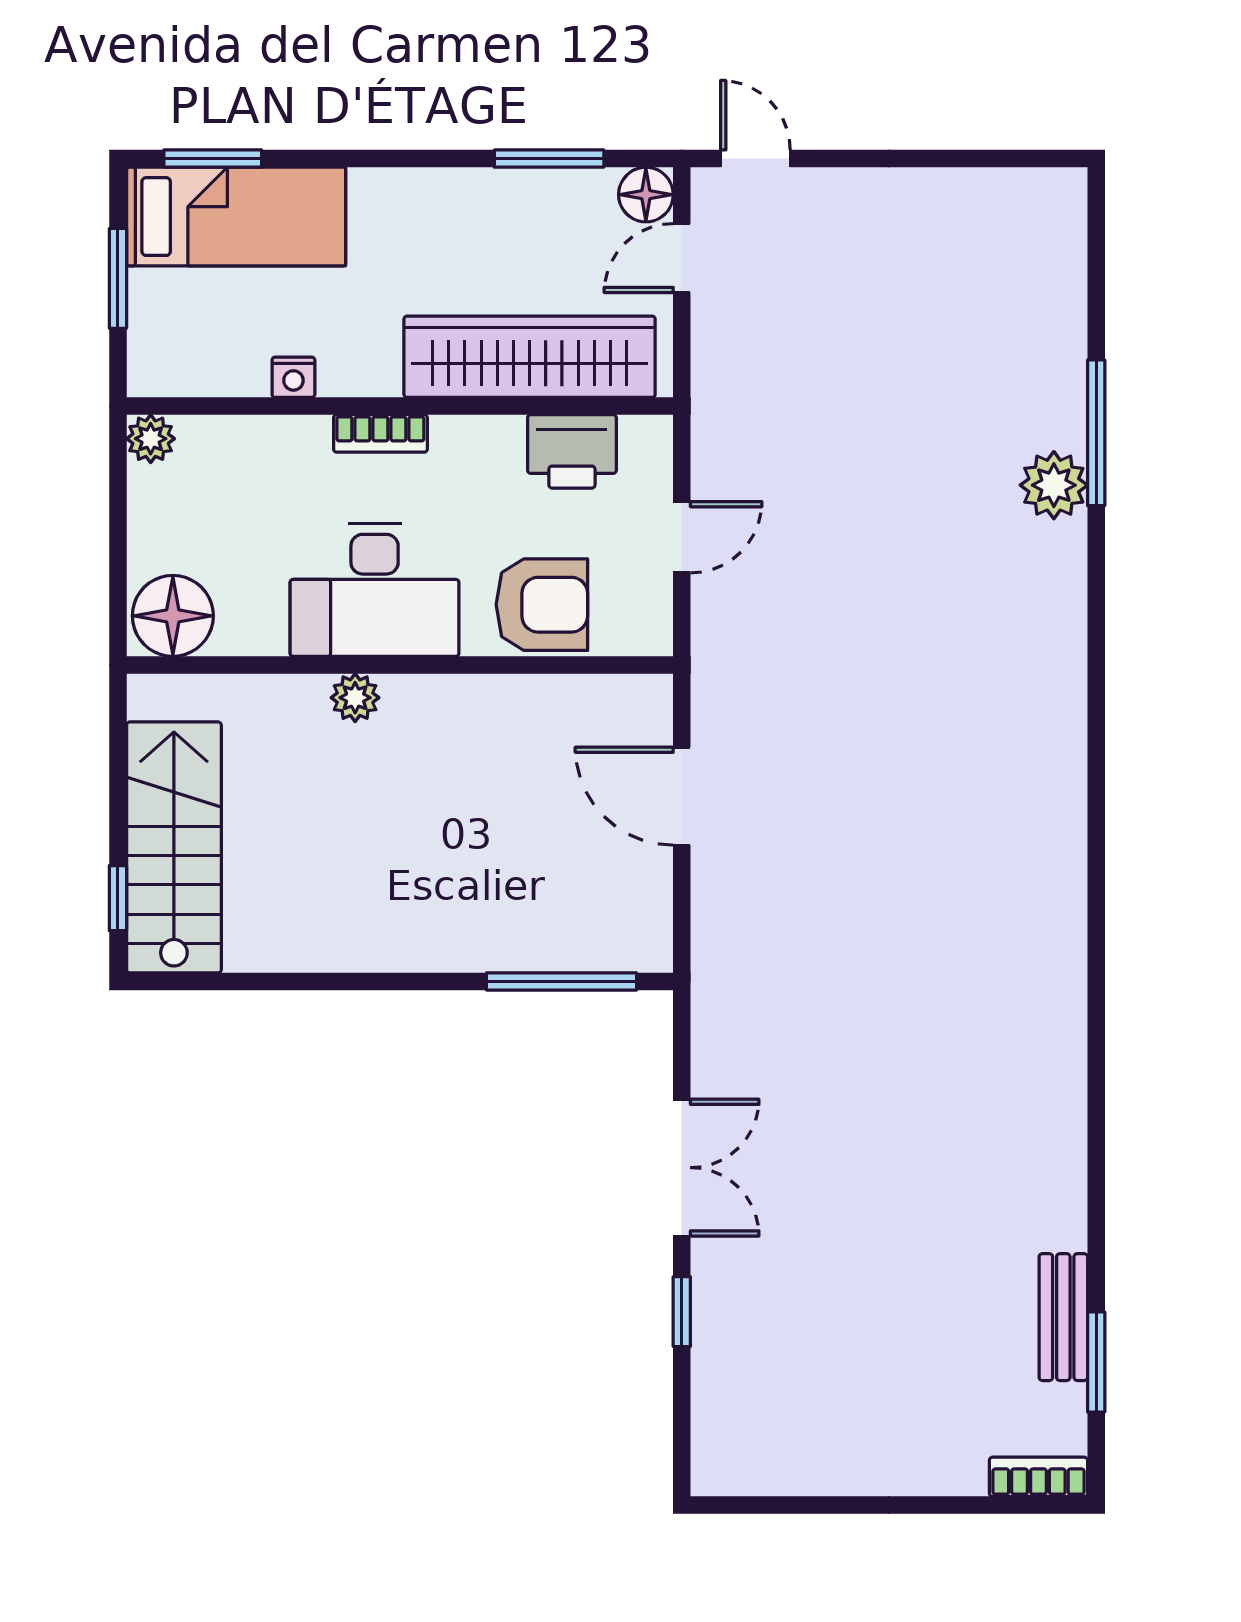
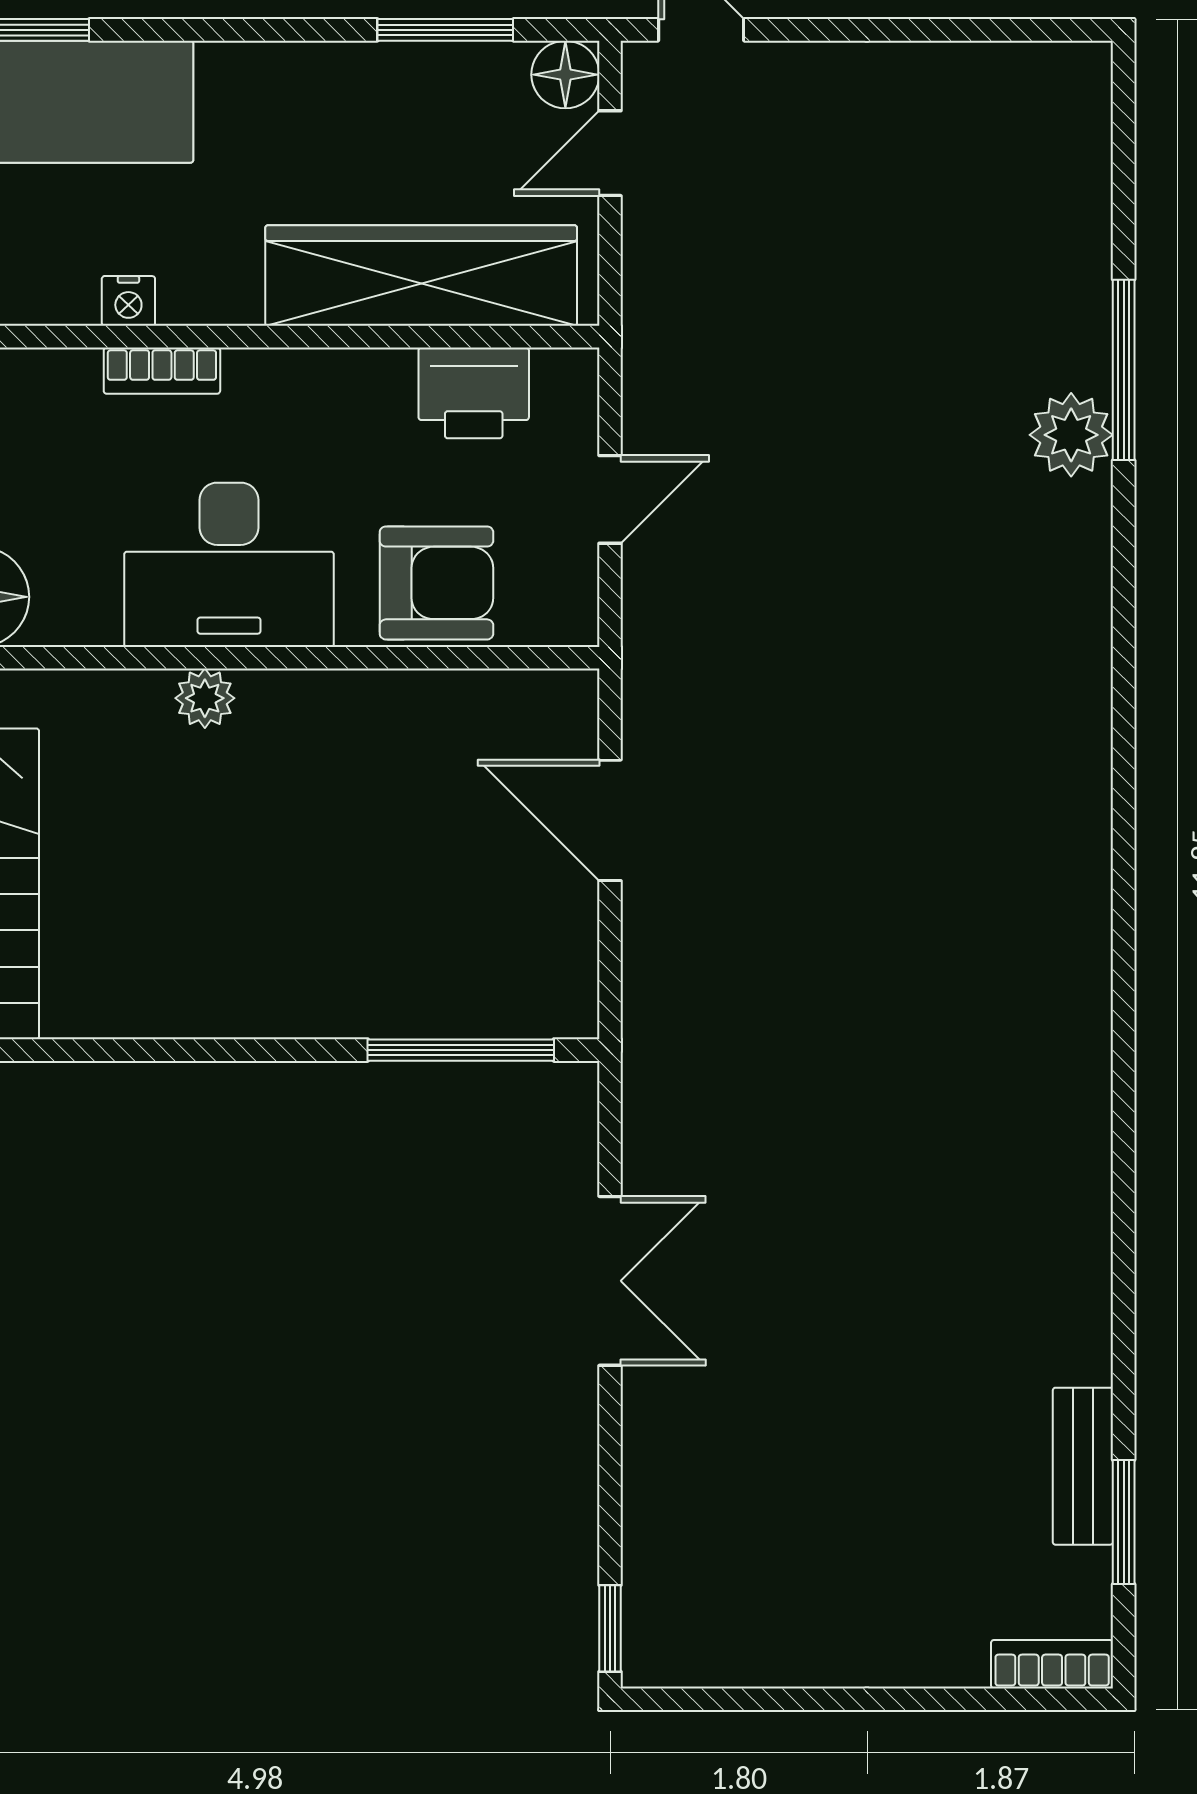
bookcase: (380, 433) -> (162, 371), moved
window: (682, 1312) -> (610, 1628), moved

